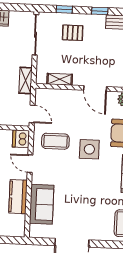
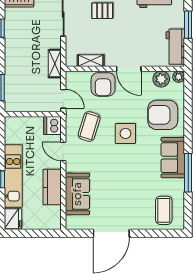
armchair: (70, 102) -> (103, 84), added
coffee table: (55, 141) -> (89, 126), turned -73

